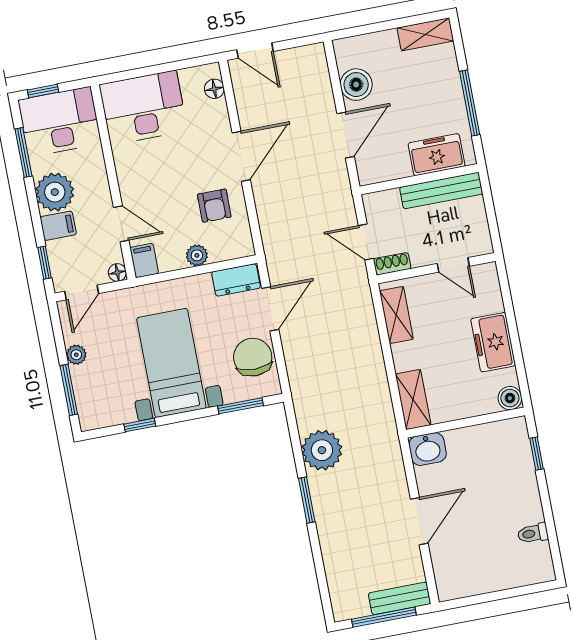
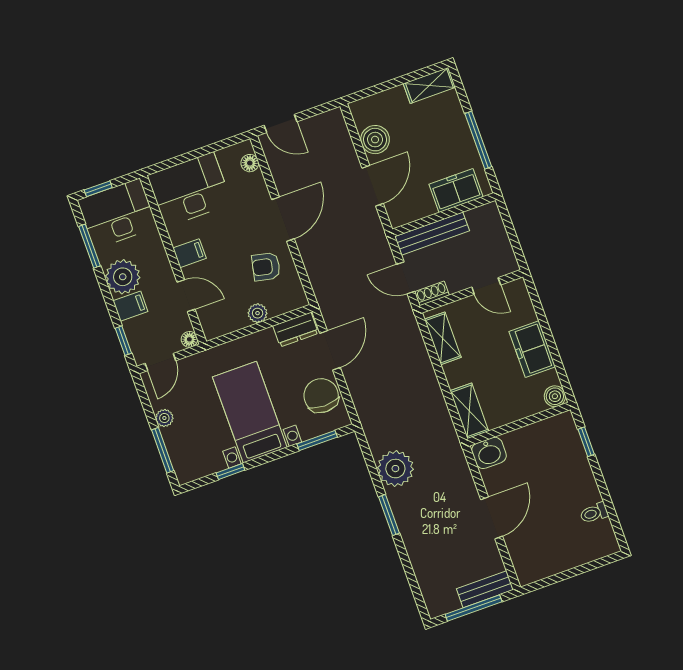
bench: (441, 191) -> (432, 234), moved
armchair: (214, 206) -> (266, 267), turned 102
filing cabinet: (144, 260) -> (189, 253), moved, turned 90

